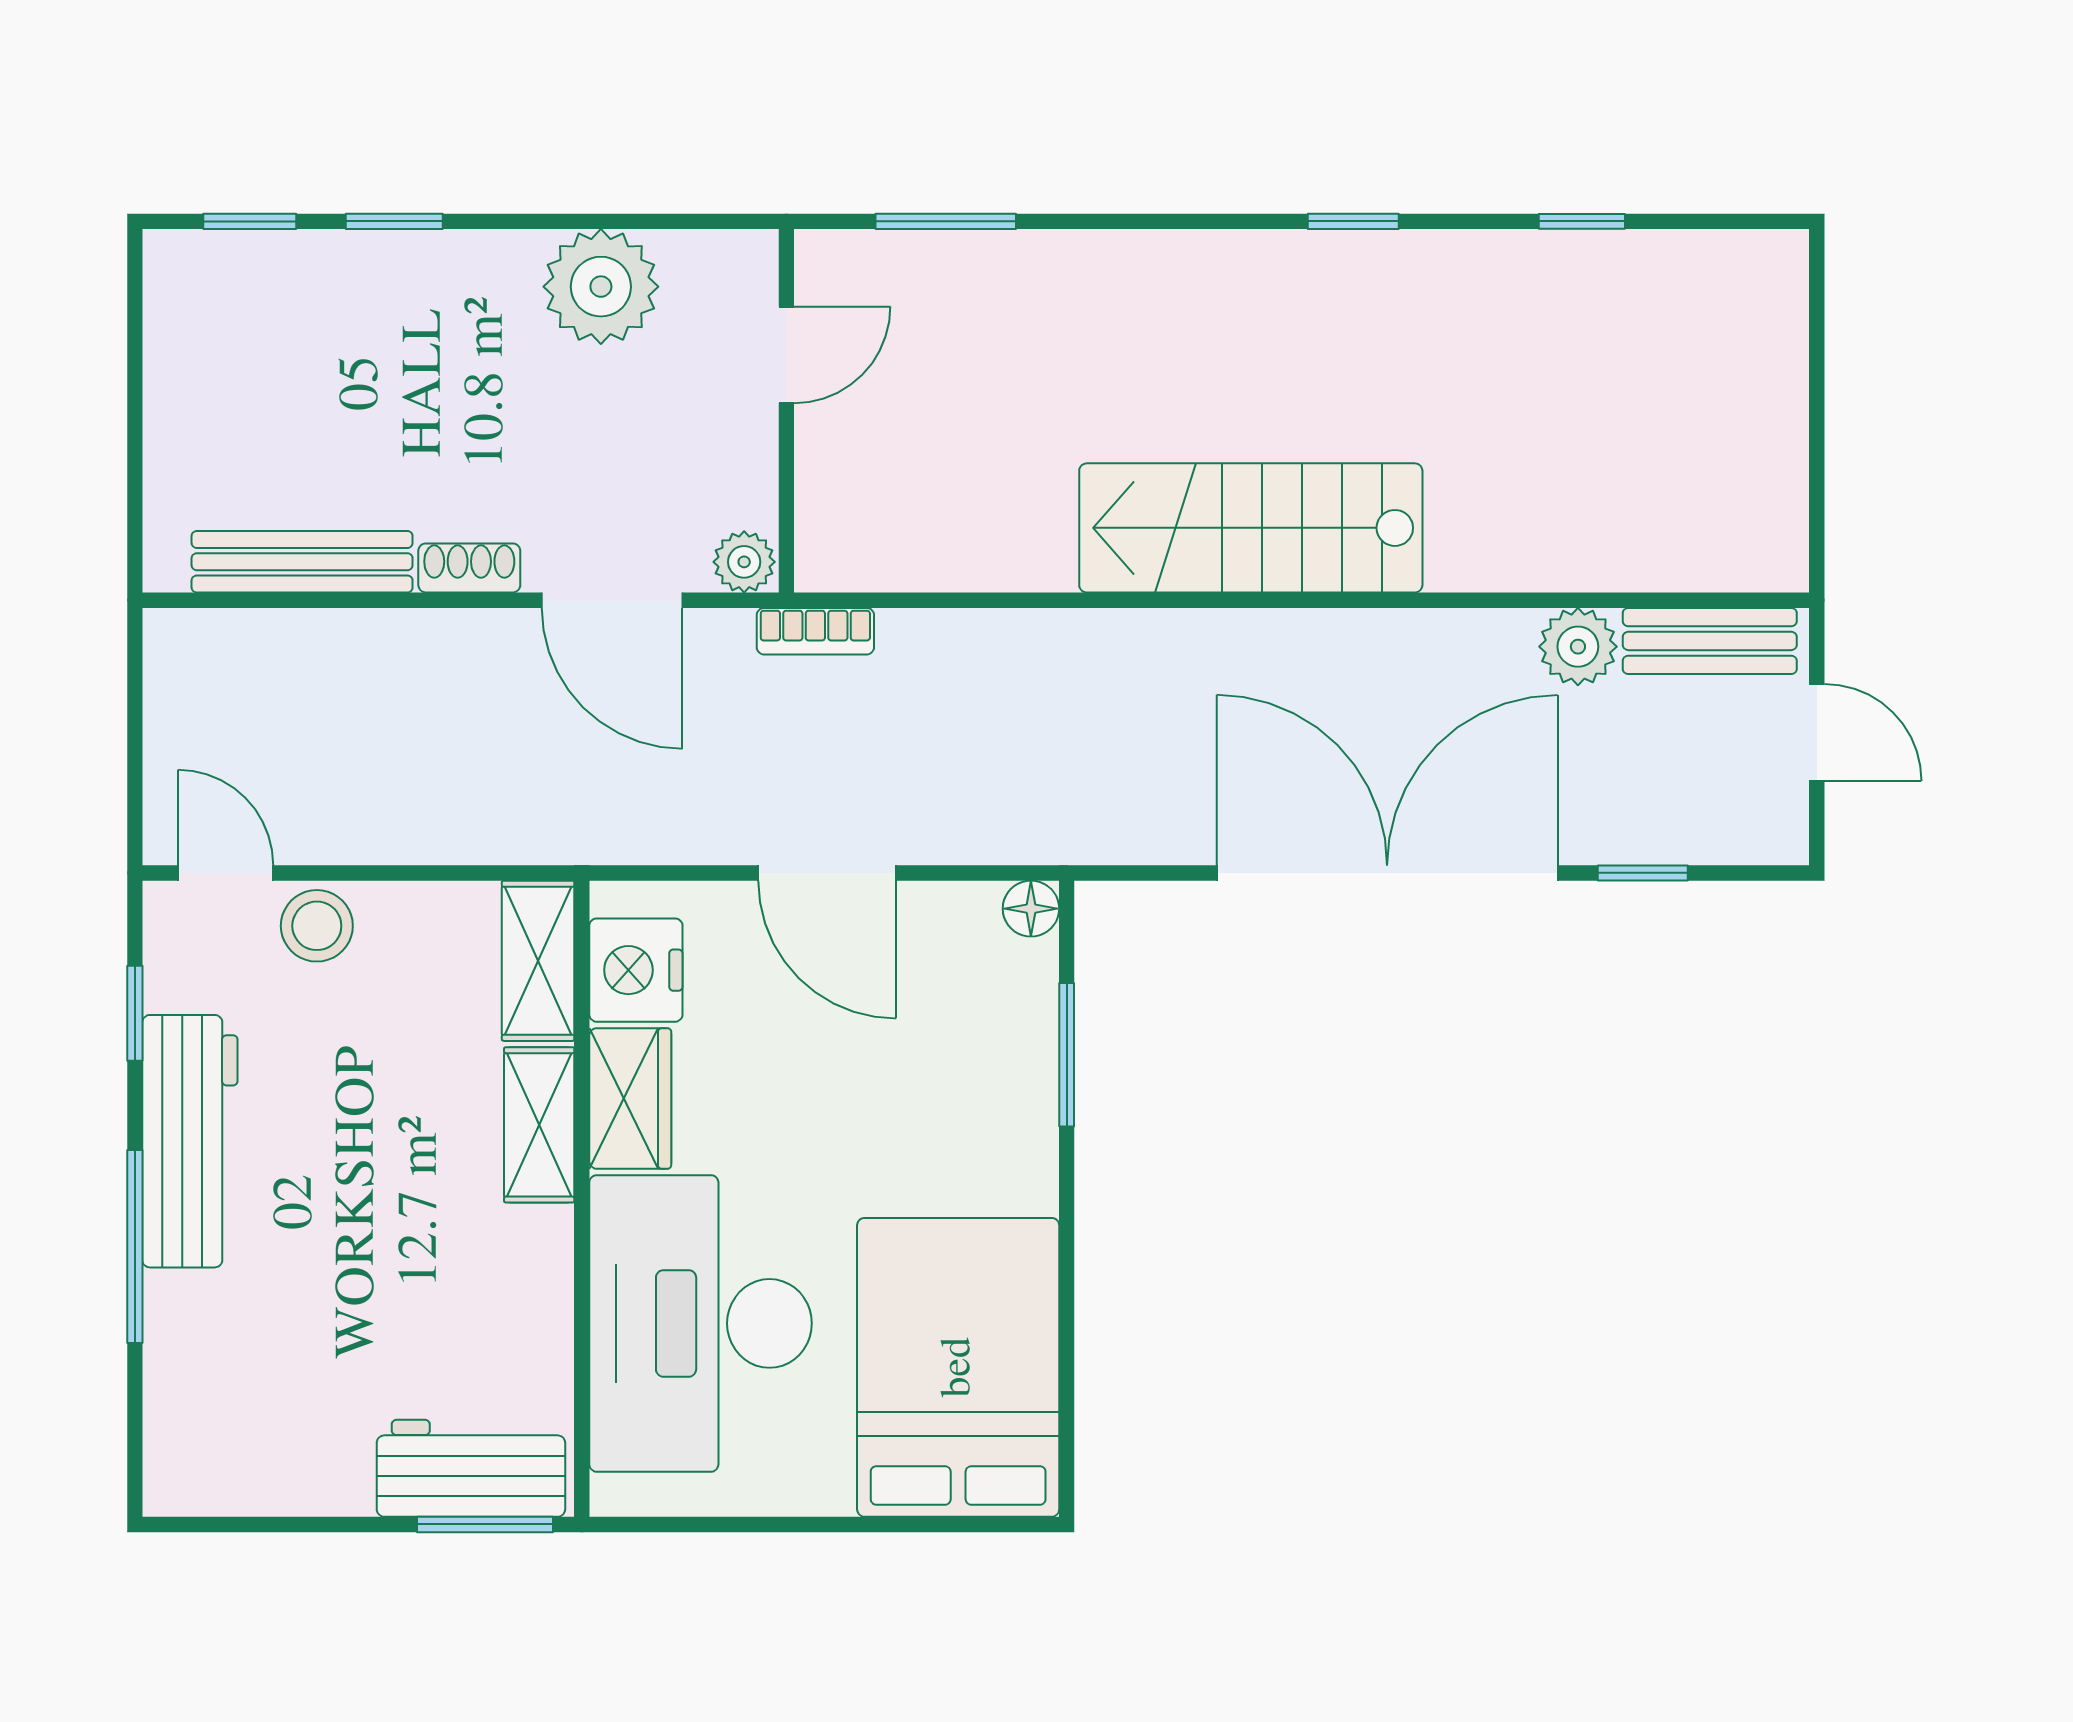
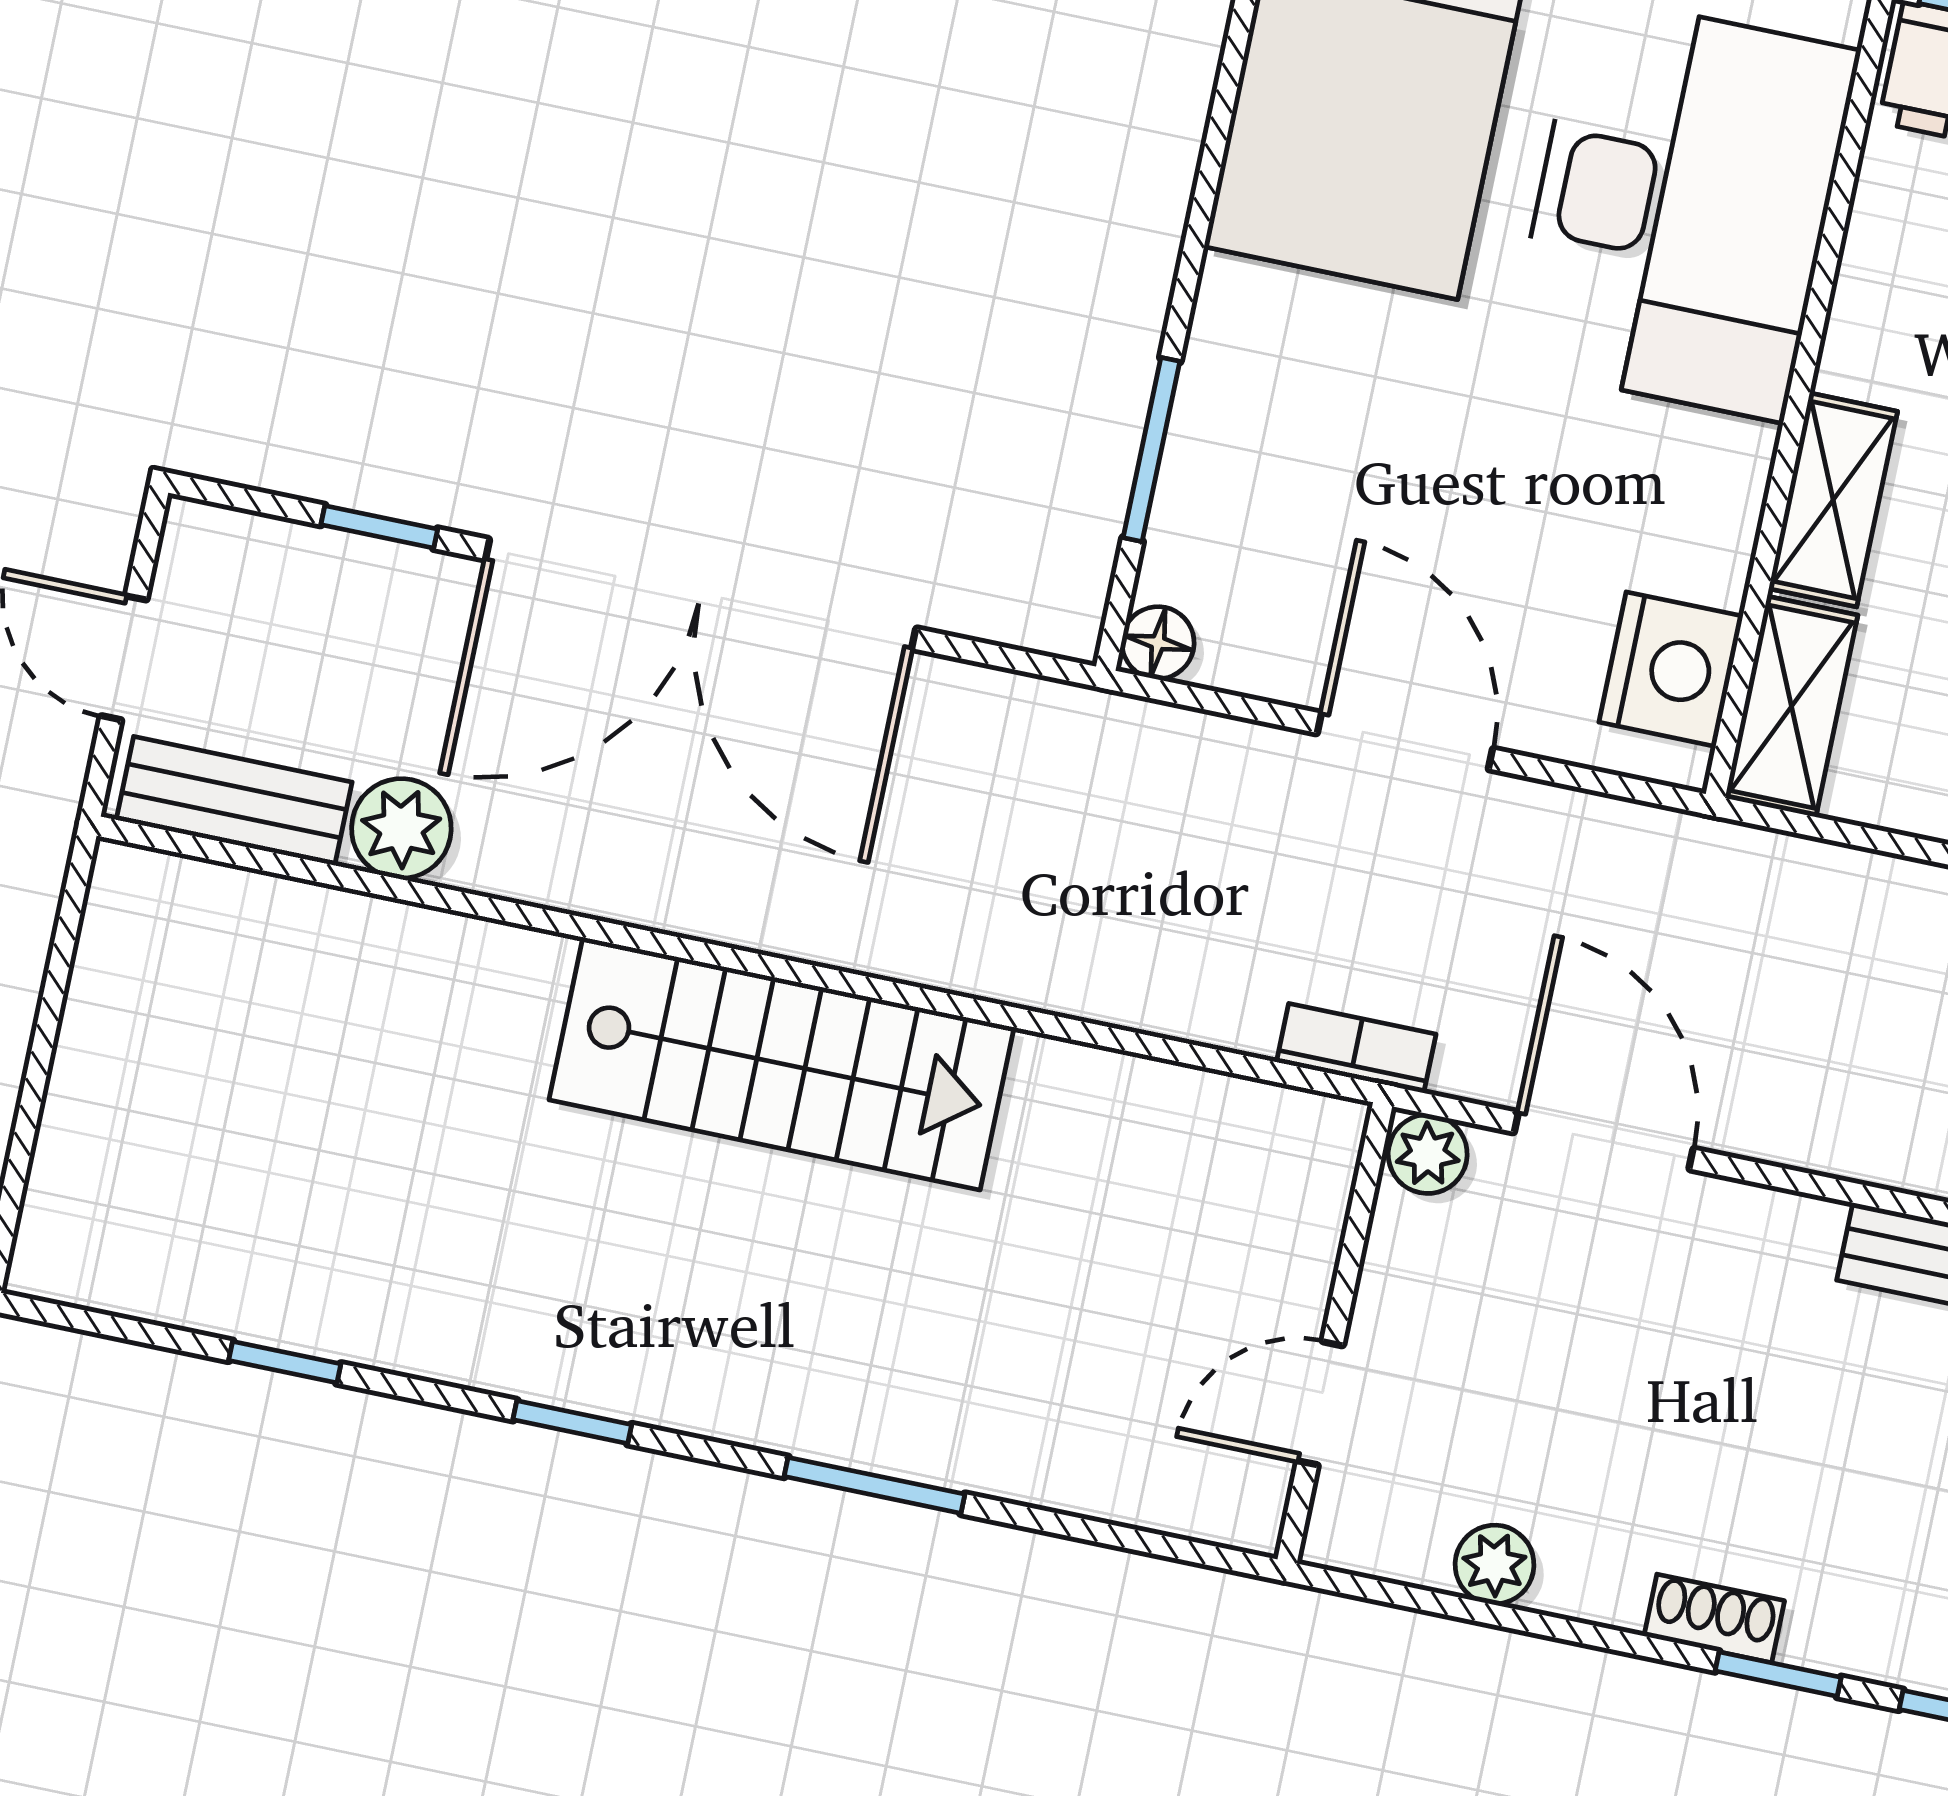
window: (946, 221) -> (874, 1485), moved
plant: (601, 287) -> (1495, 1565), width x0.53, depth x0.53
shoe rack: (469, 568) -> (1714, 1618), moved, turned 180
wardrobe: (630, 1098) -> (1712, 509), removed

